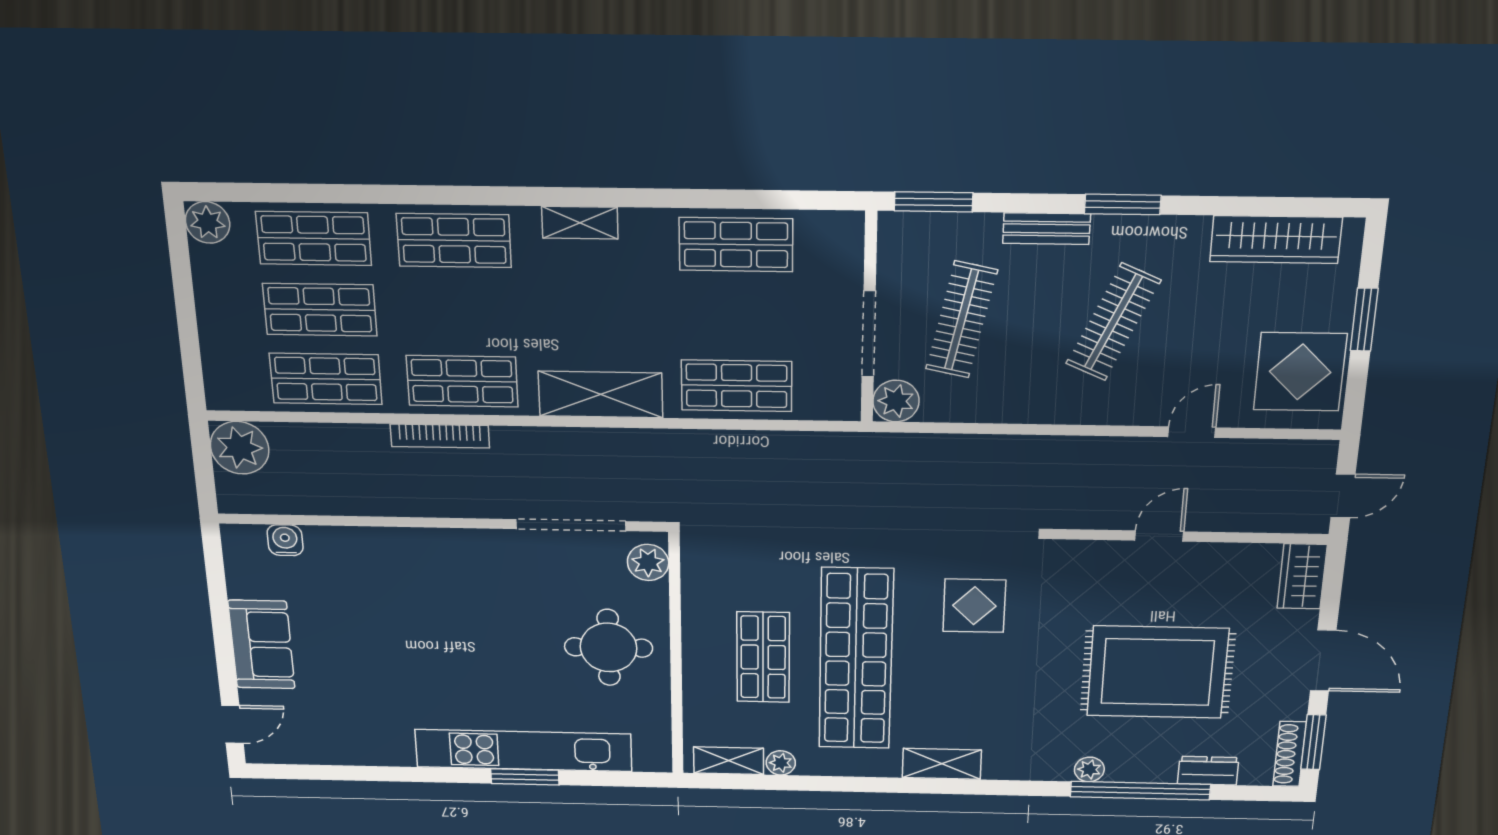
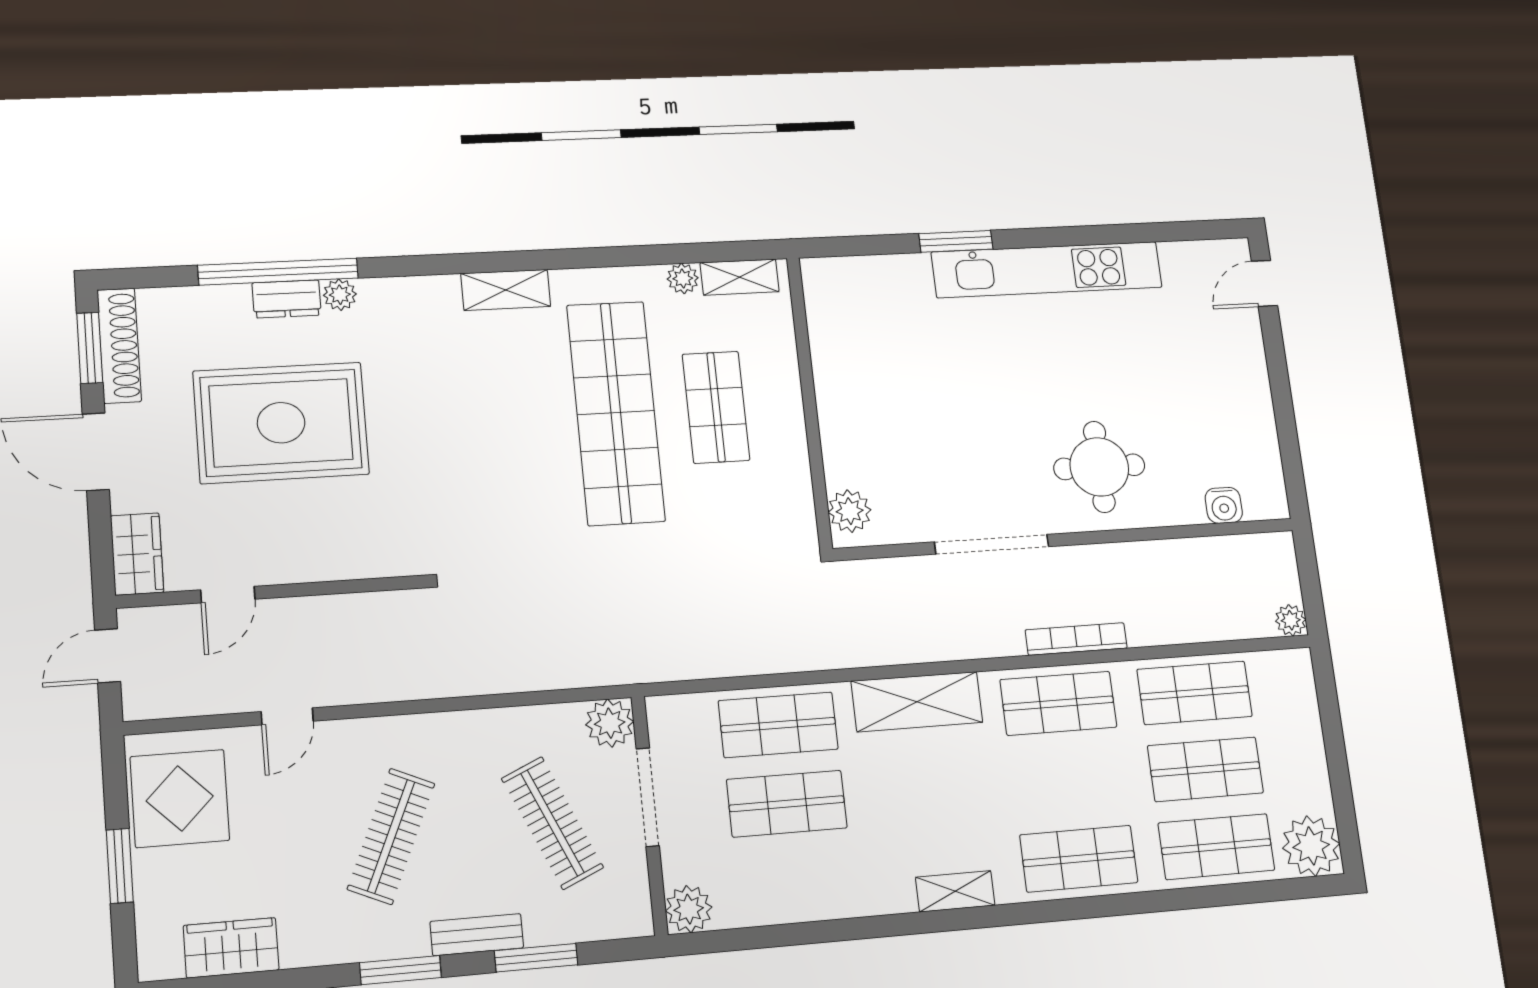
window: (934, 202) -> (536, 958), moved
plant: (208, 222) -> (1311, 846), width x1.36, depth x1.36
plant: (842, 232) -> (689, 909), added
wardrobe: (1276, 240) -> (231, 948), width x0.67
shop shelf: (736, 245) -> (787, 804), moved
clothes rail: (962, 320) -> (552, 823), turned -36
plant: (240, 448) -> (1291, 620), width x0.53, depth x0.53
doorway: (571, 525) -> (992, 544), moved
door: (1159, 536) -> (228, 595), moved
display table: (974, 606) -> (495, 488), removed
sofa: (261, 645) -> (1240, 381), removed
round table: (609, 647) -> (1099, 467), moved
kitchen unit: (524, 751) -> (1047, 270), moved
shoe rack: (1290, 754) -> (119, 346), width x1.36, depth x1.24
dresser: (1208, 771) -> (287, 299), moved

